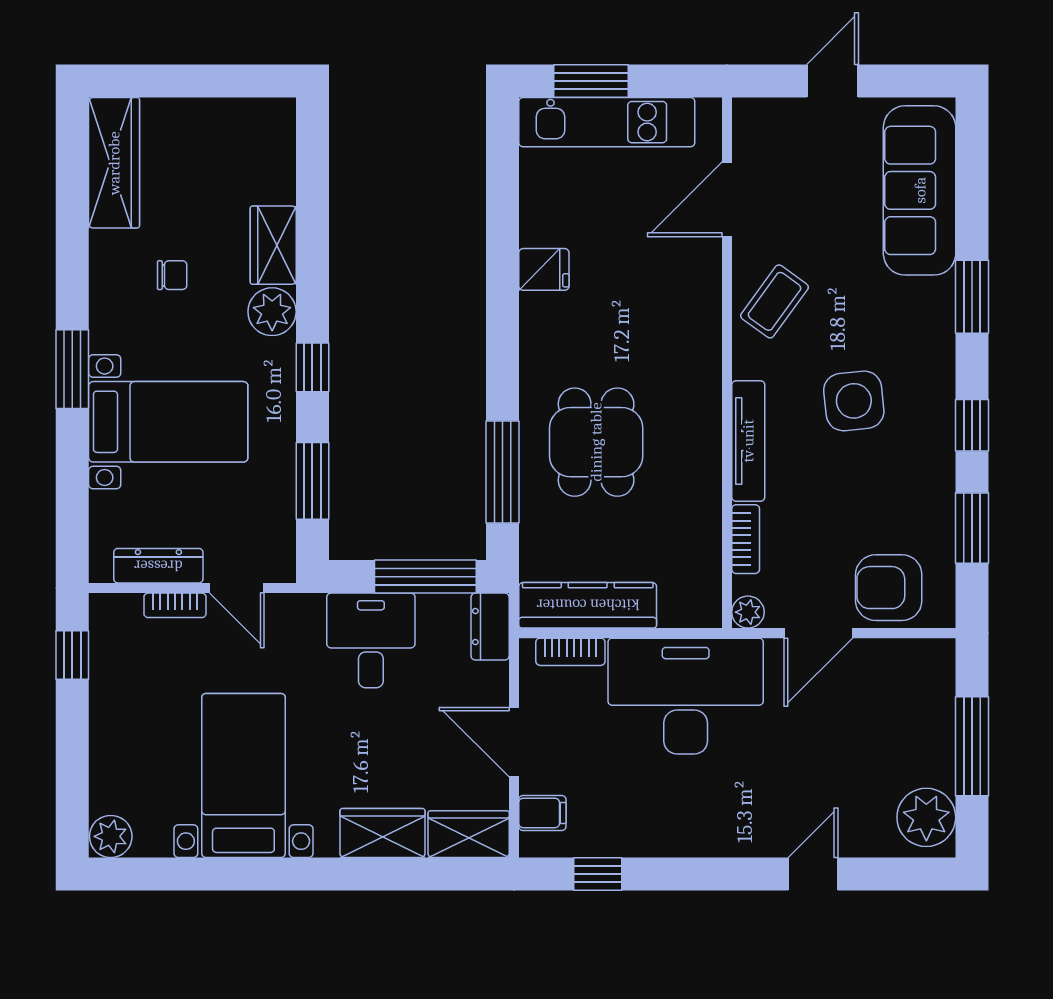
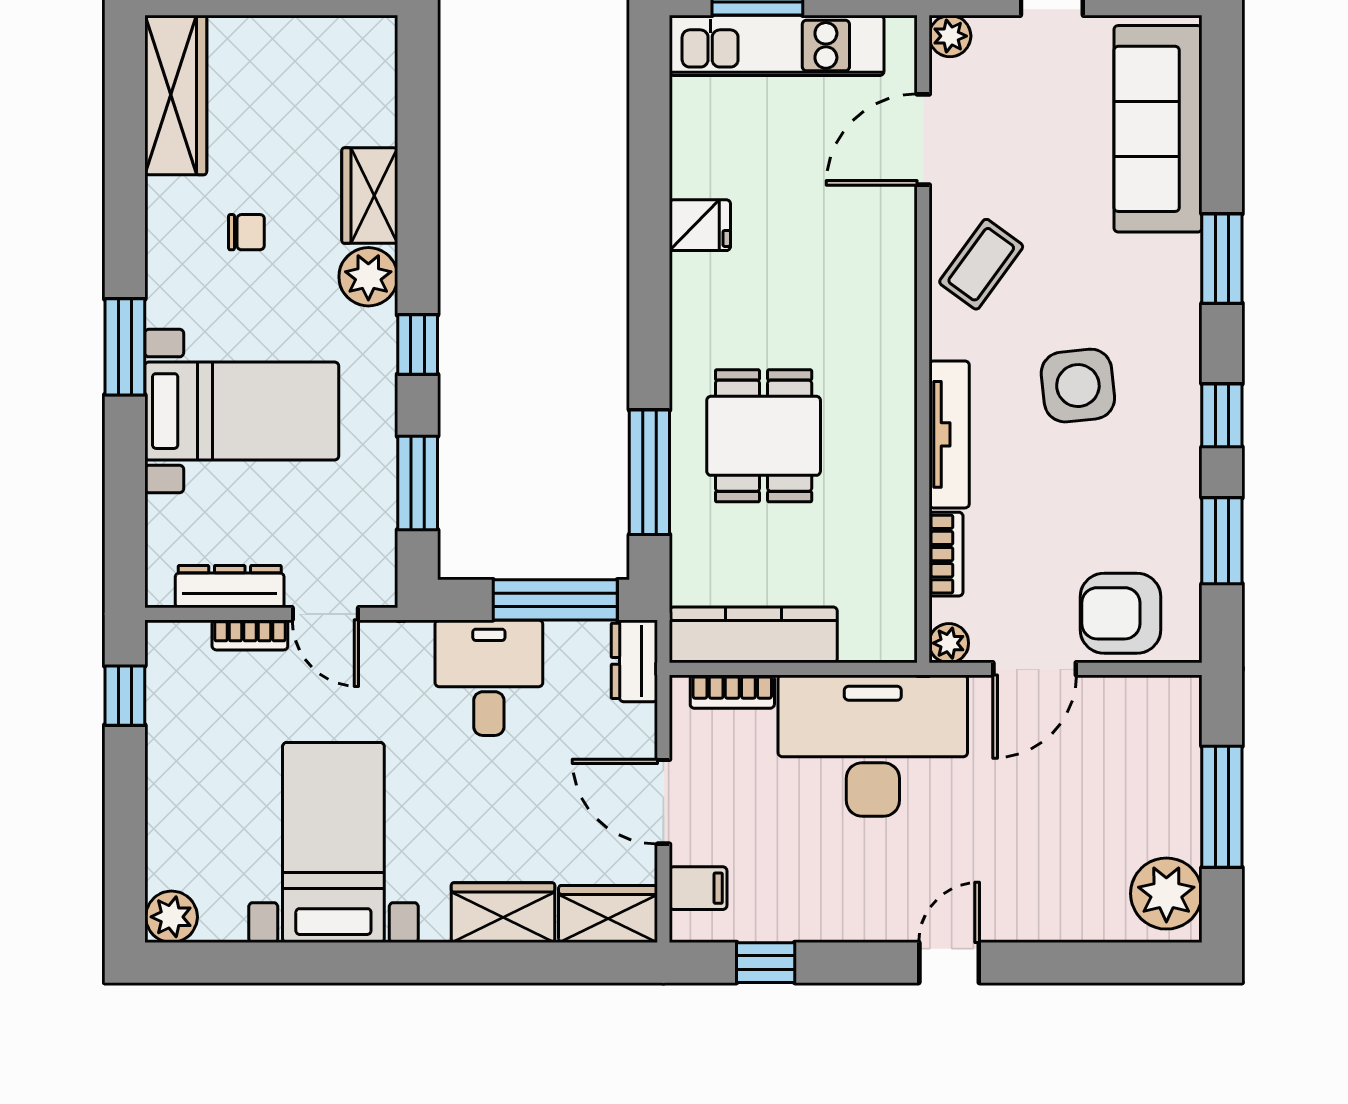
plant: (749, 114) -> (950, 36), added
door: (813, 874) -> (949, 963), moved

